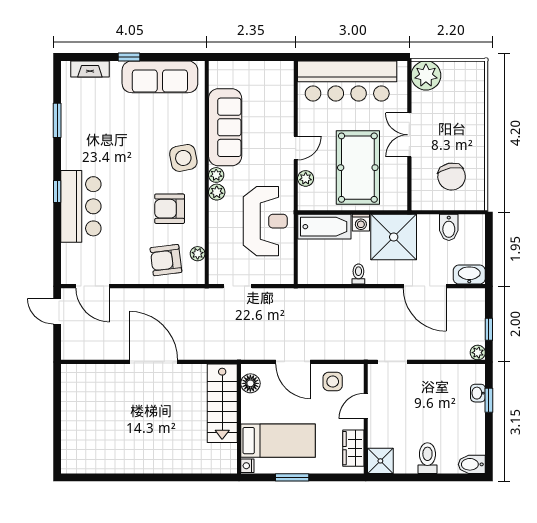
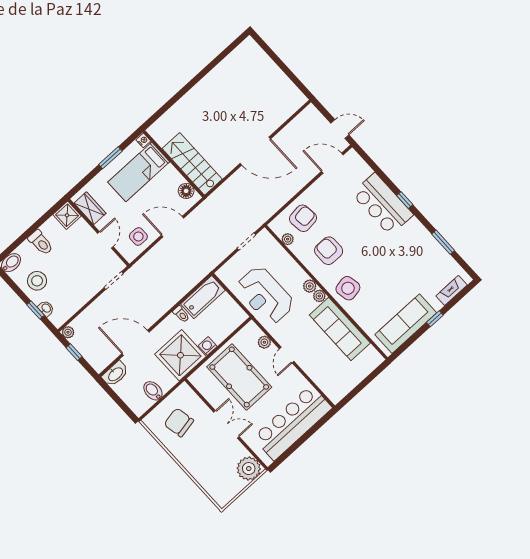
armchair: (170, 209) -> (329, 251), turned -90
bathtub: (324, 227) -> (203, 297), moved, turned 180
stool: (463, 426) -> (37, 281), added

